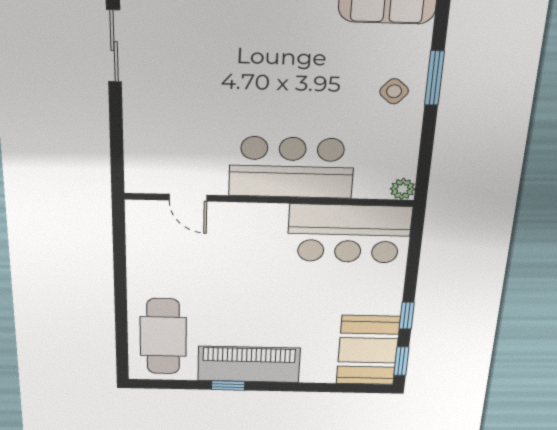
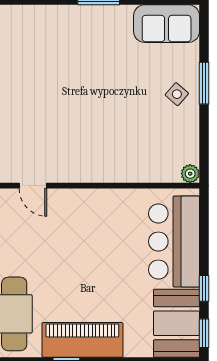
bar counter: (292, 168) -> (108, 158), removed
bar counter: (349, 234) -> (174, 242), moved, turned 90

